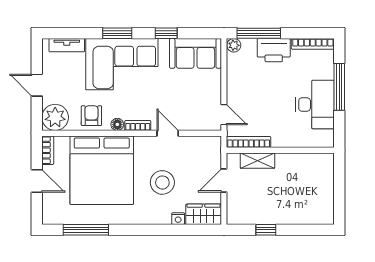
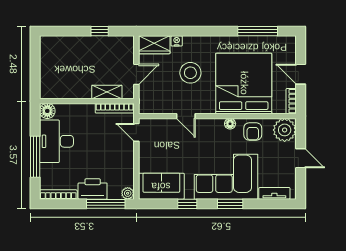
bookcase: (138, 126) -> (212, 123), removed
floor lamp: (325, 139) -> (47, 111), added

